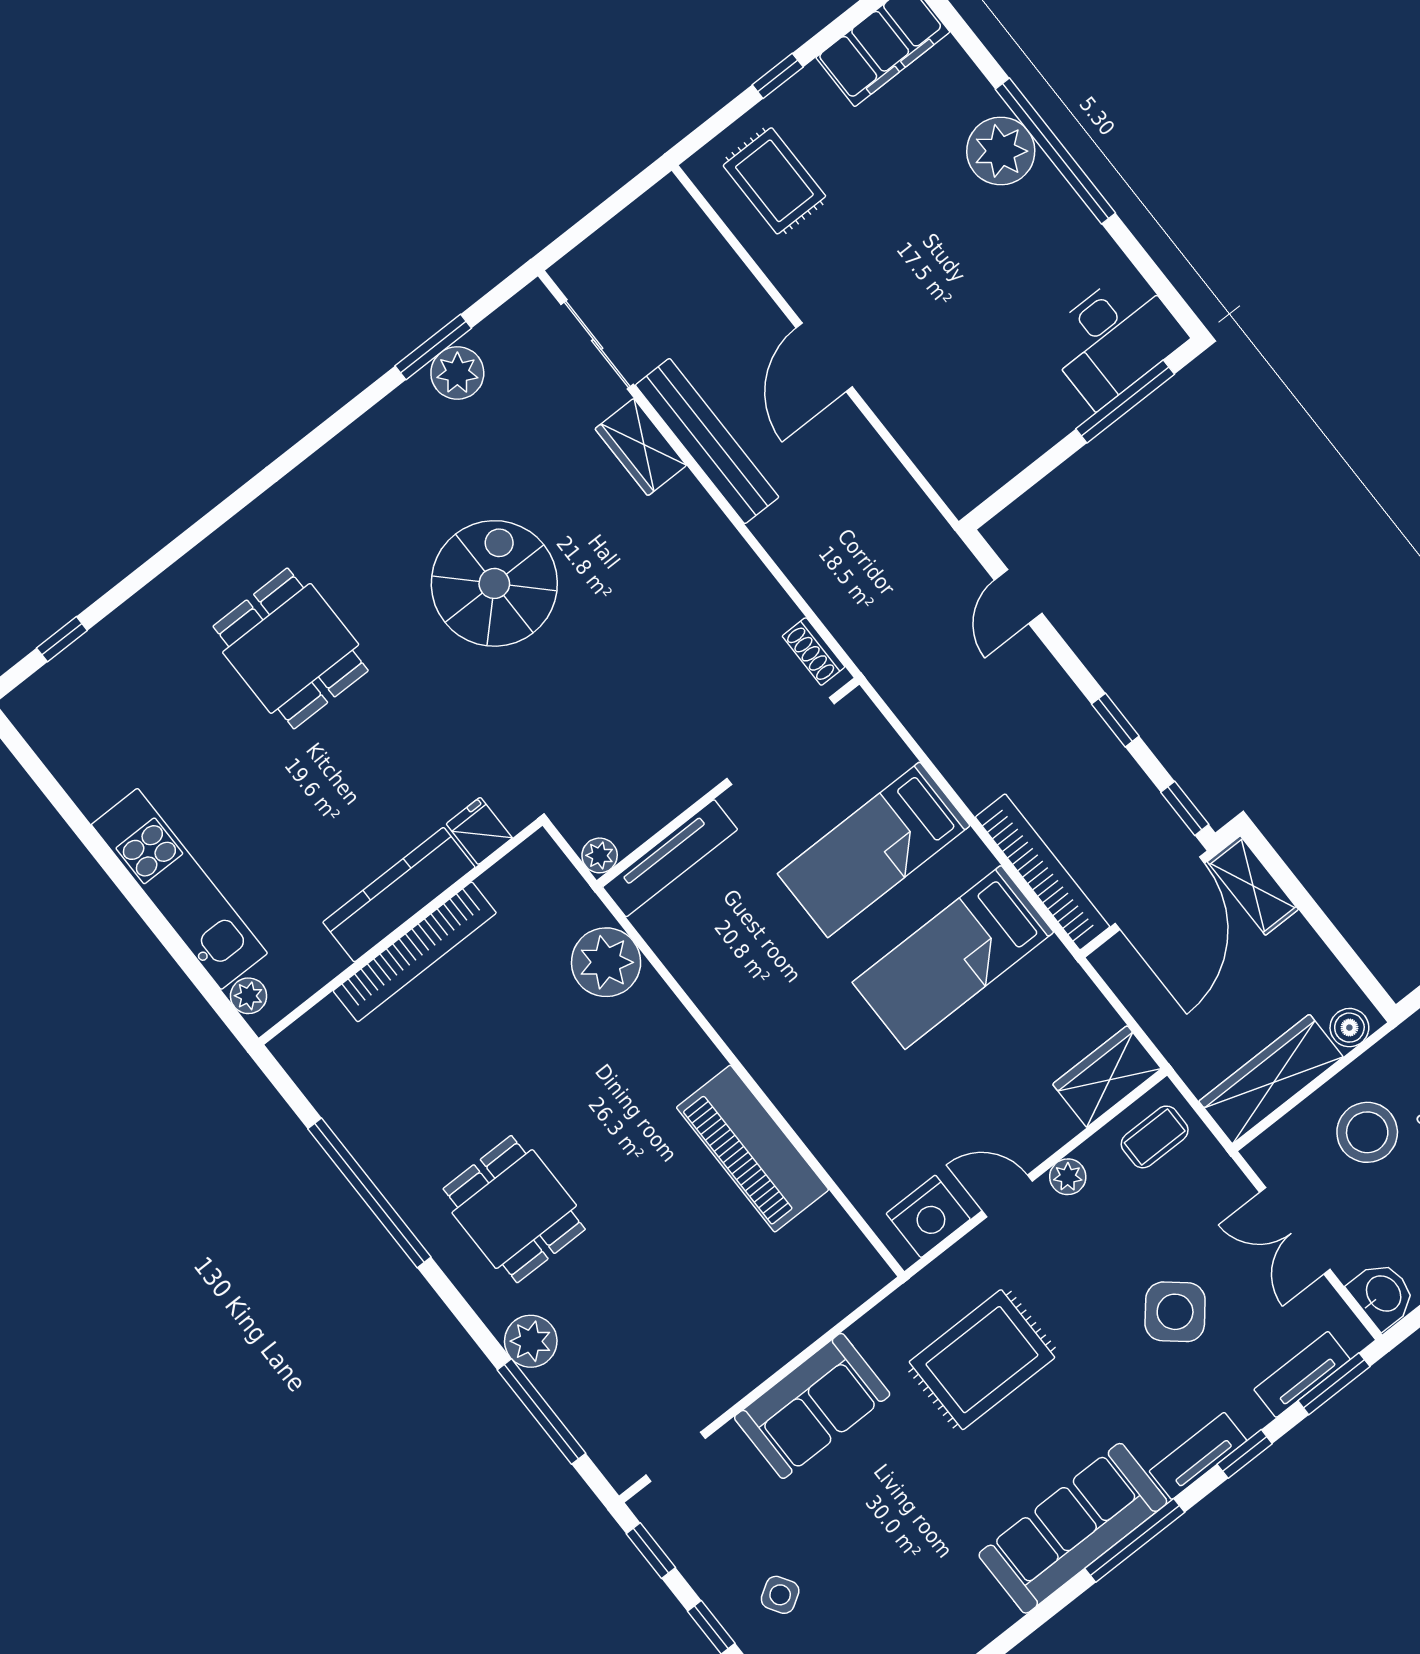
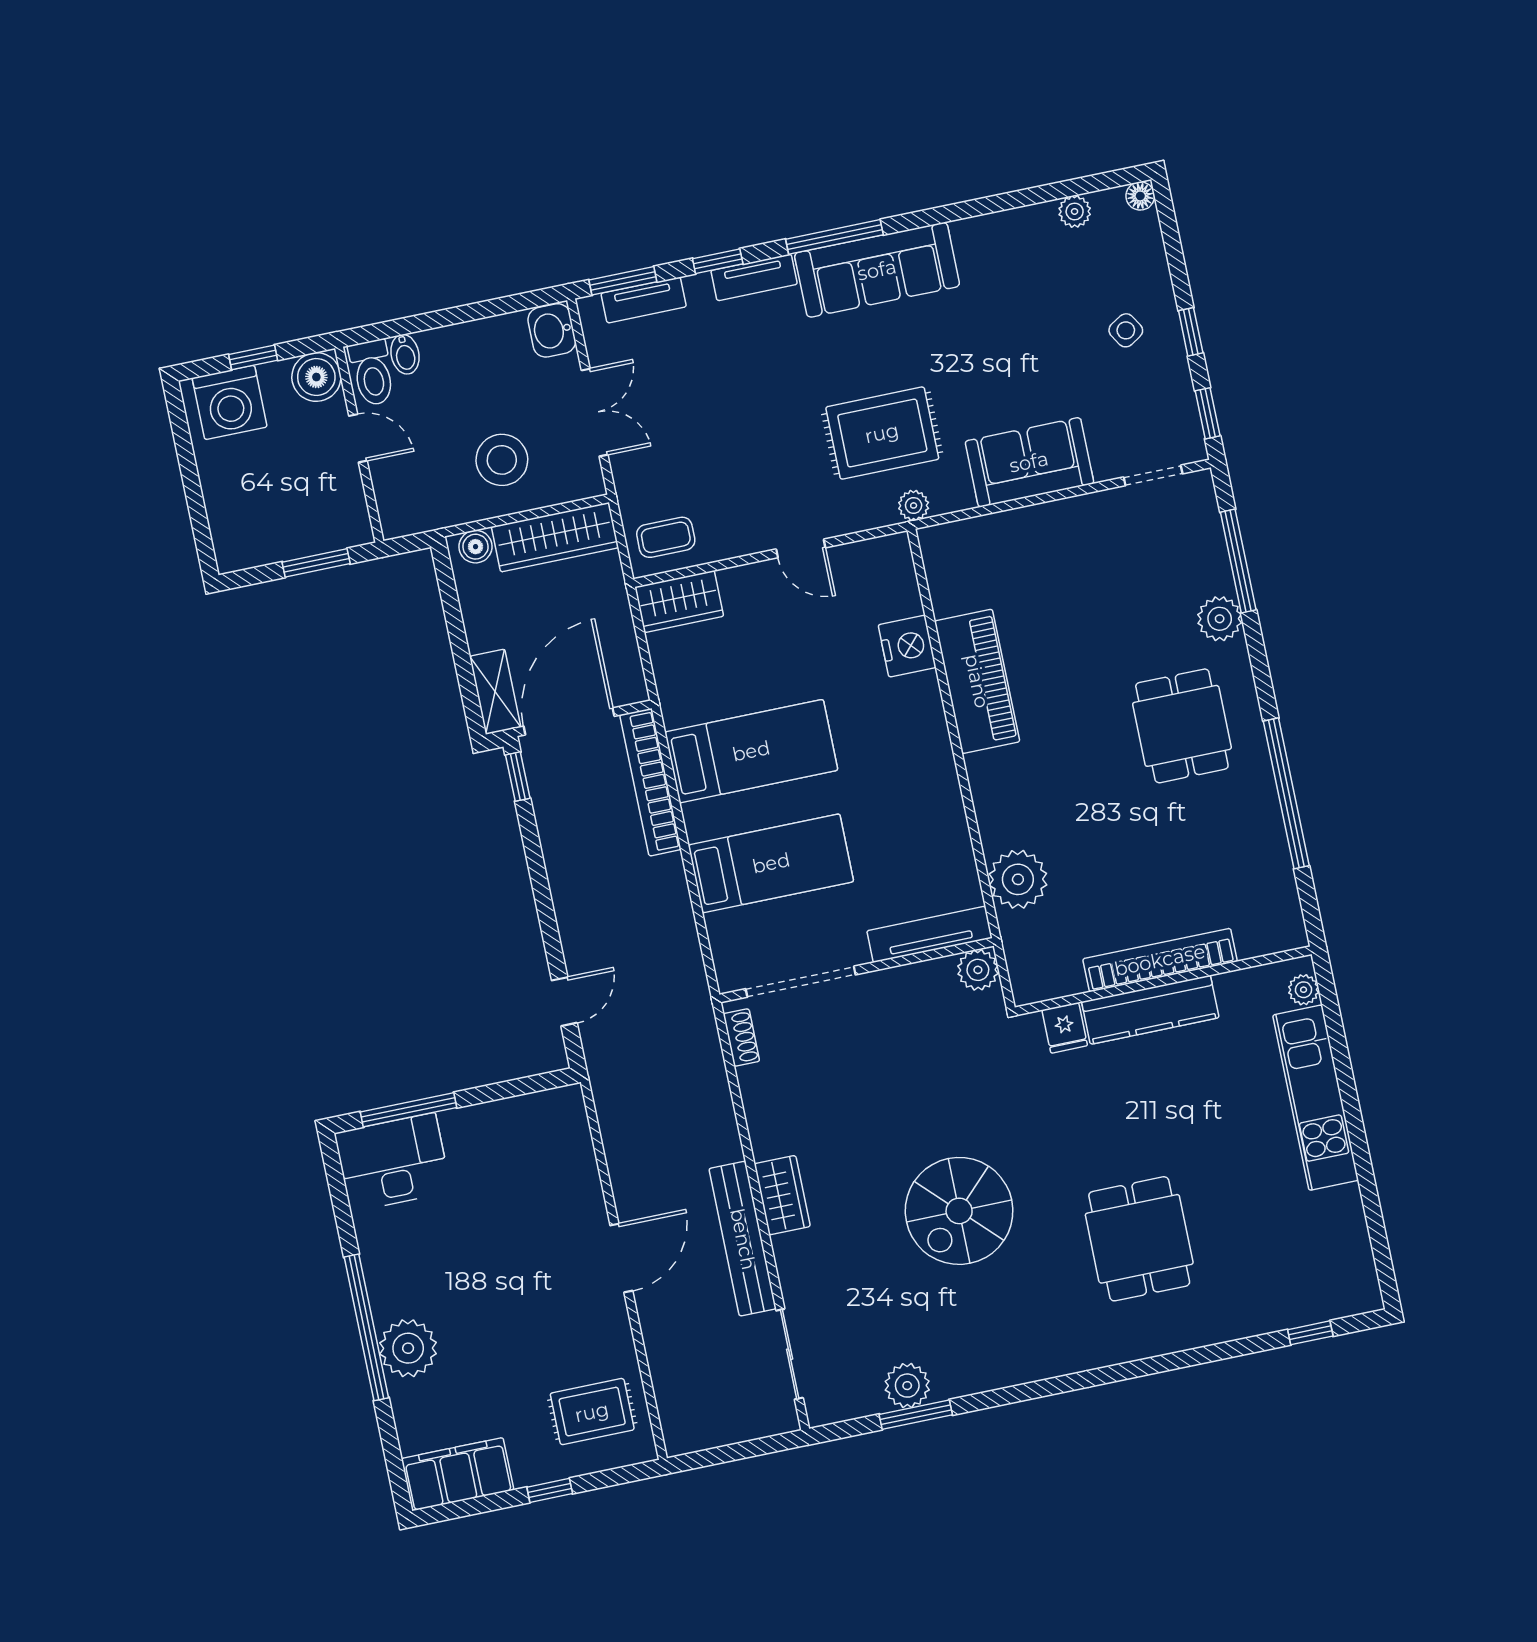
rug: (774, 181) -> (592, 1412), turned 90
wardrobe: (641, 447) -> (782, 1195), moved
window: (1115, 720) -> (537, 870), removed
plant: (600, 855) -> (978, 970), width x1.38, depth x1.38
plant: (1068, 1177) -> (914, 505), moved
nightstand: (928, 1216) -> (907, 646), moved, turned 90
side table: (1175, 1312) -> (717, 396), removed

